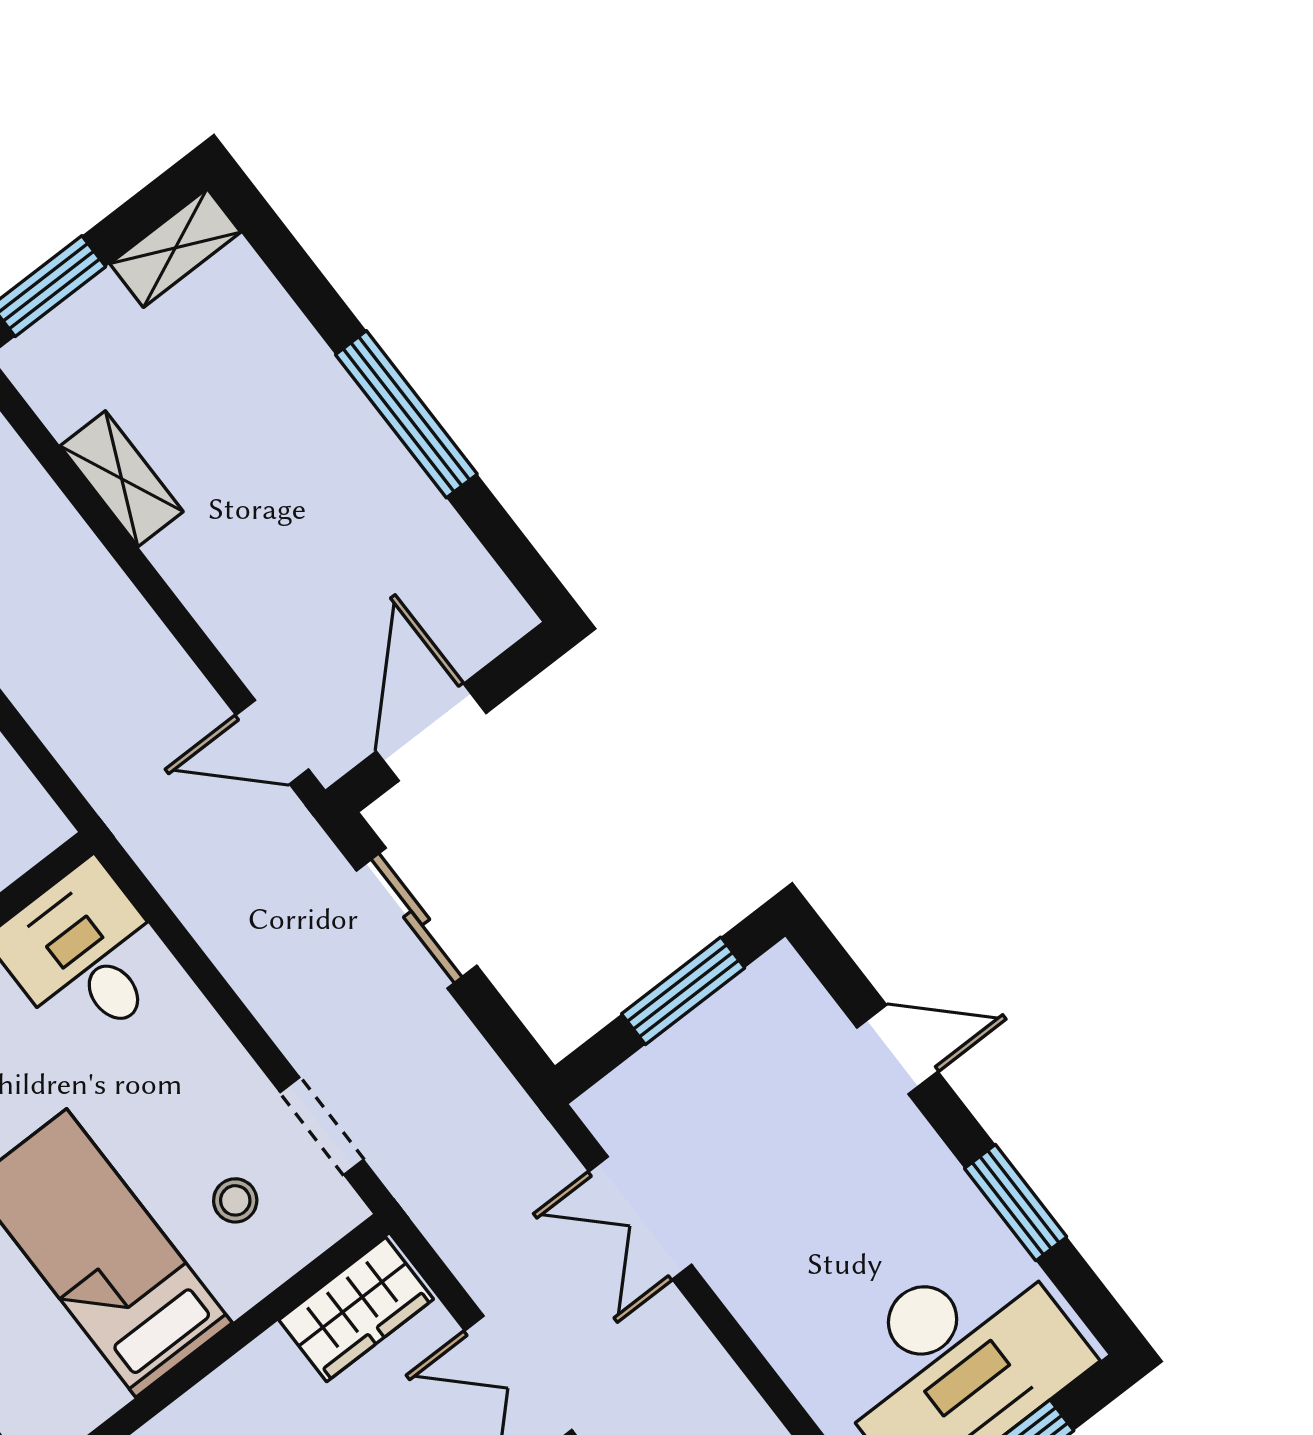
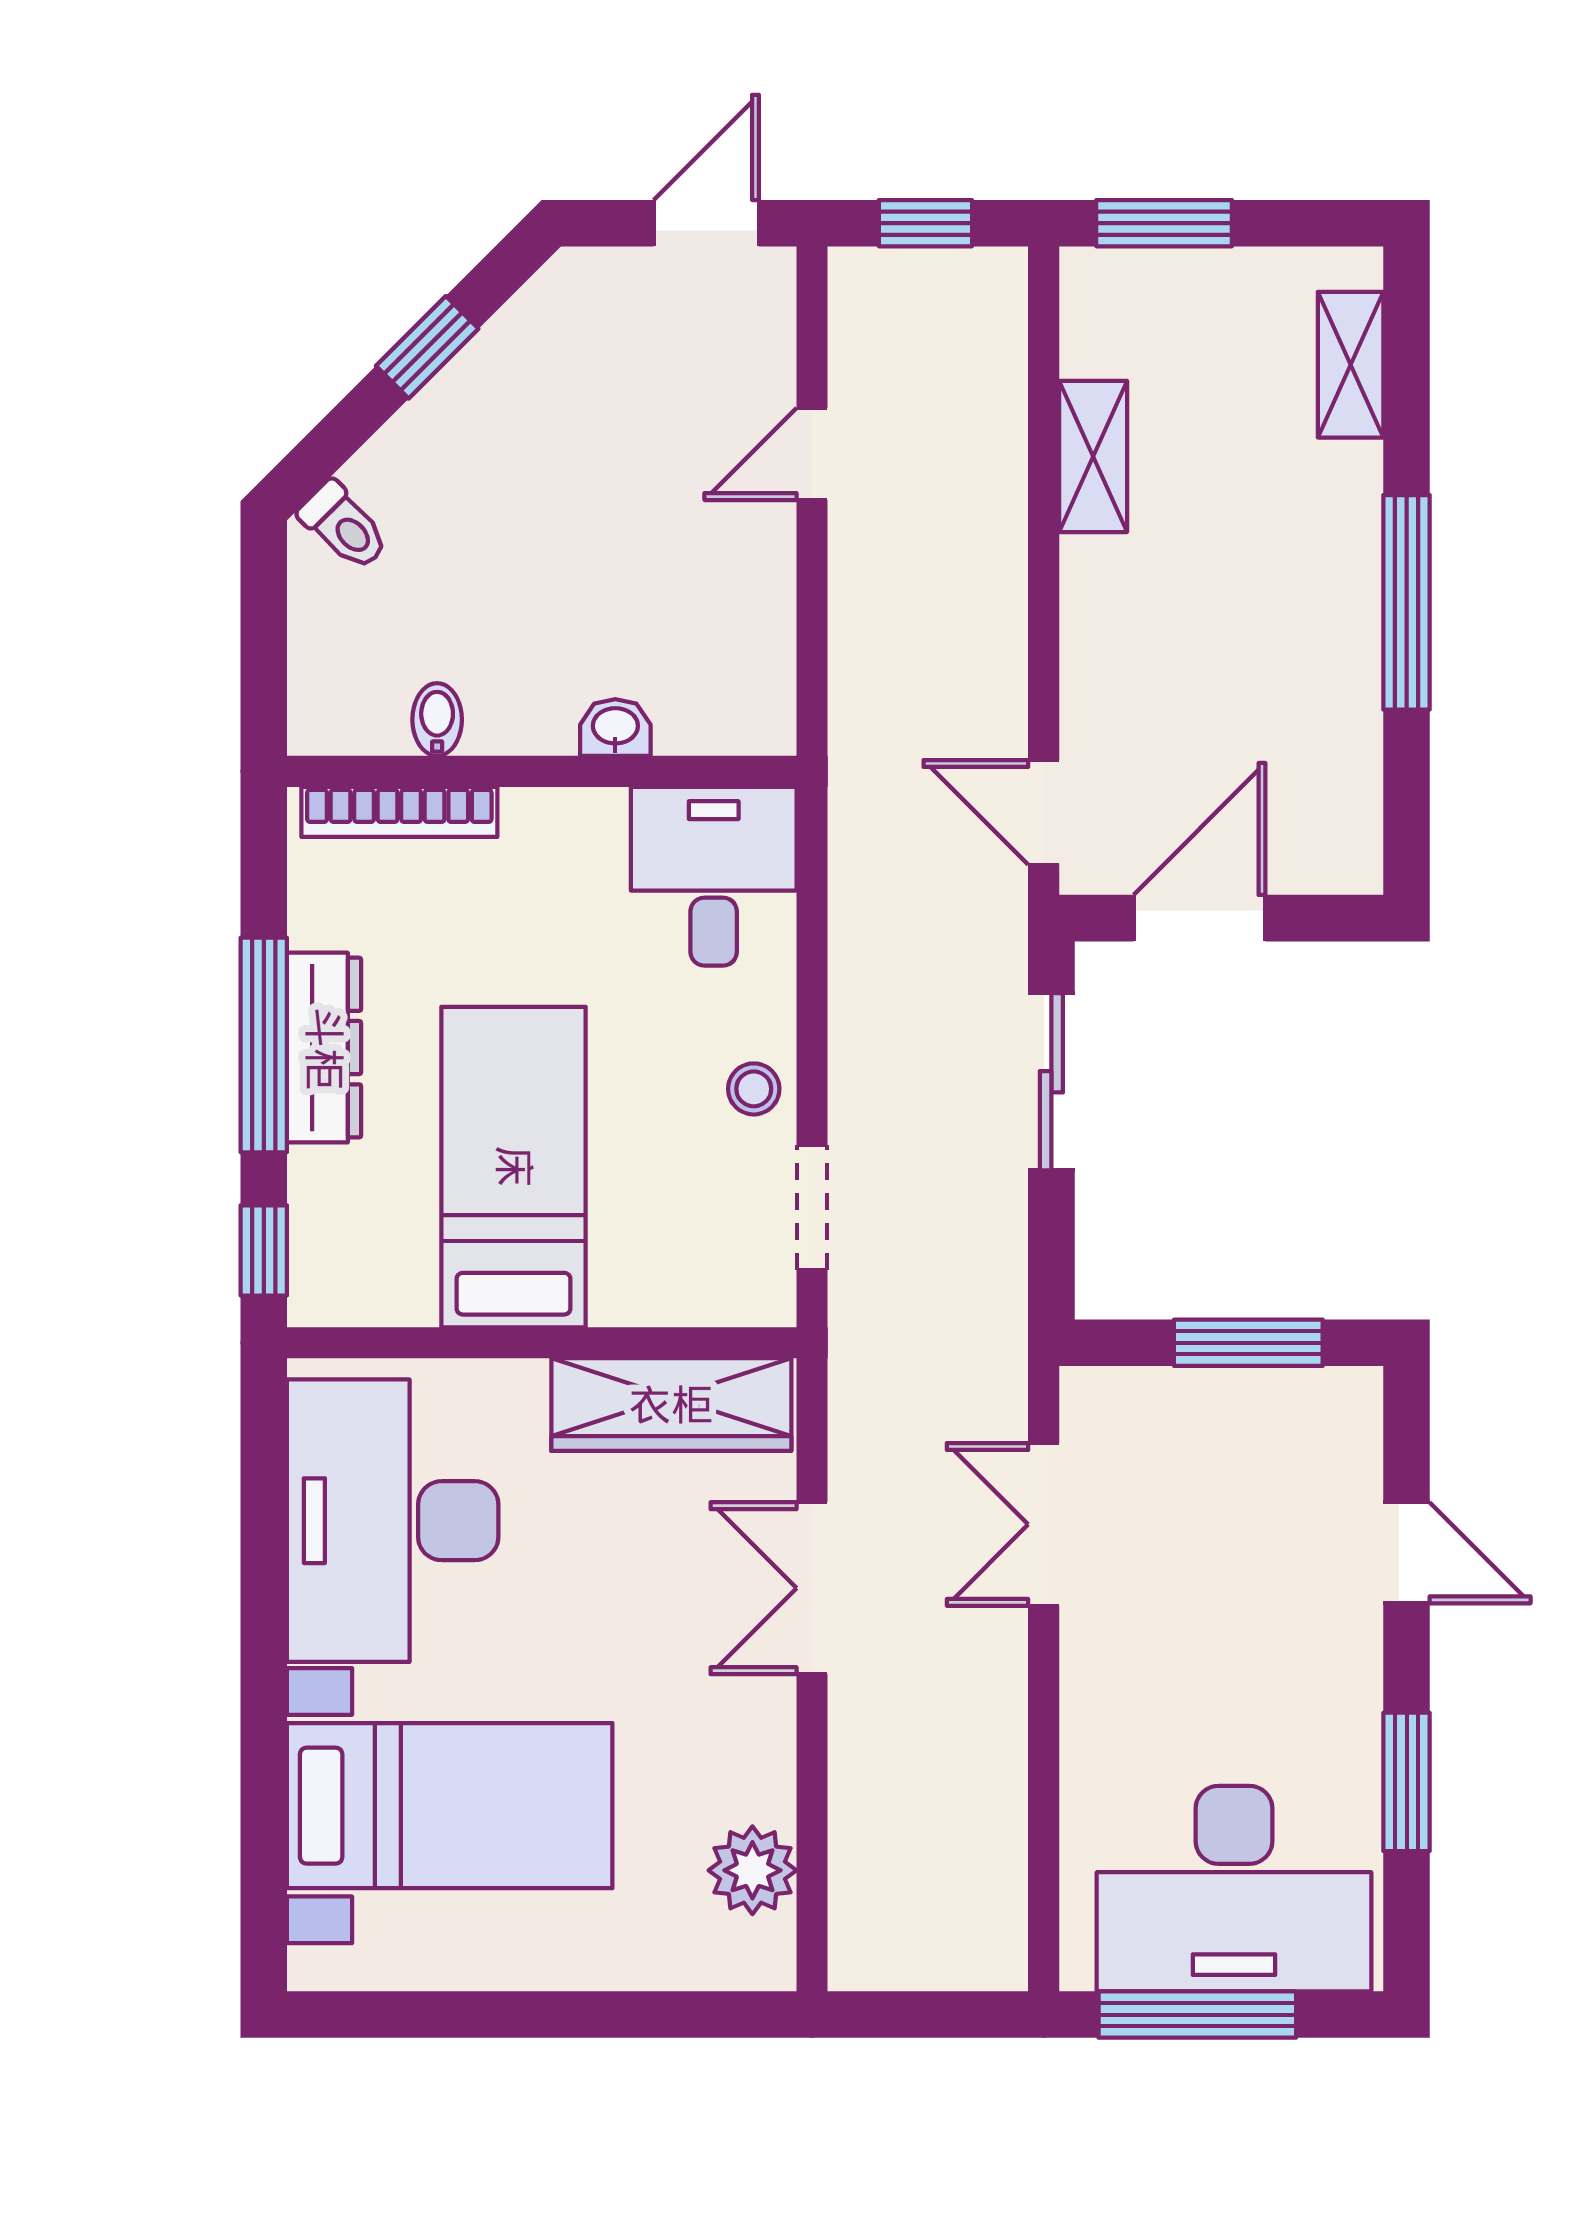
shelving: (175, 248) -> (1351, 365), moved, turned 90
stool: (235, 1200) -> (754, 1089), moved
wardrobe: (356, 1310) -> (671, 1405), width x1.50

